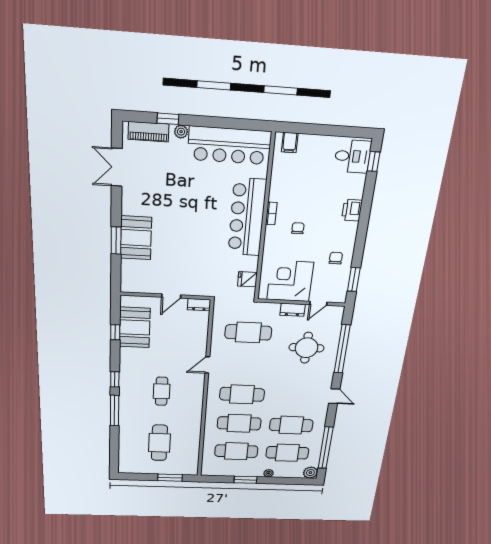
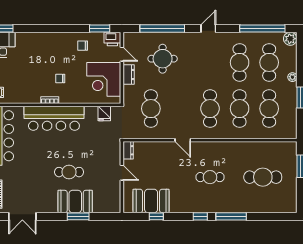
printer: (352, 210) -> (112, 39), moved
cafe table: (175, 232) -> (69, 172), added

